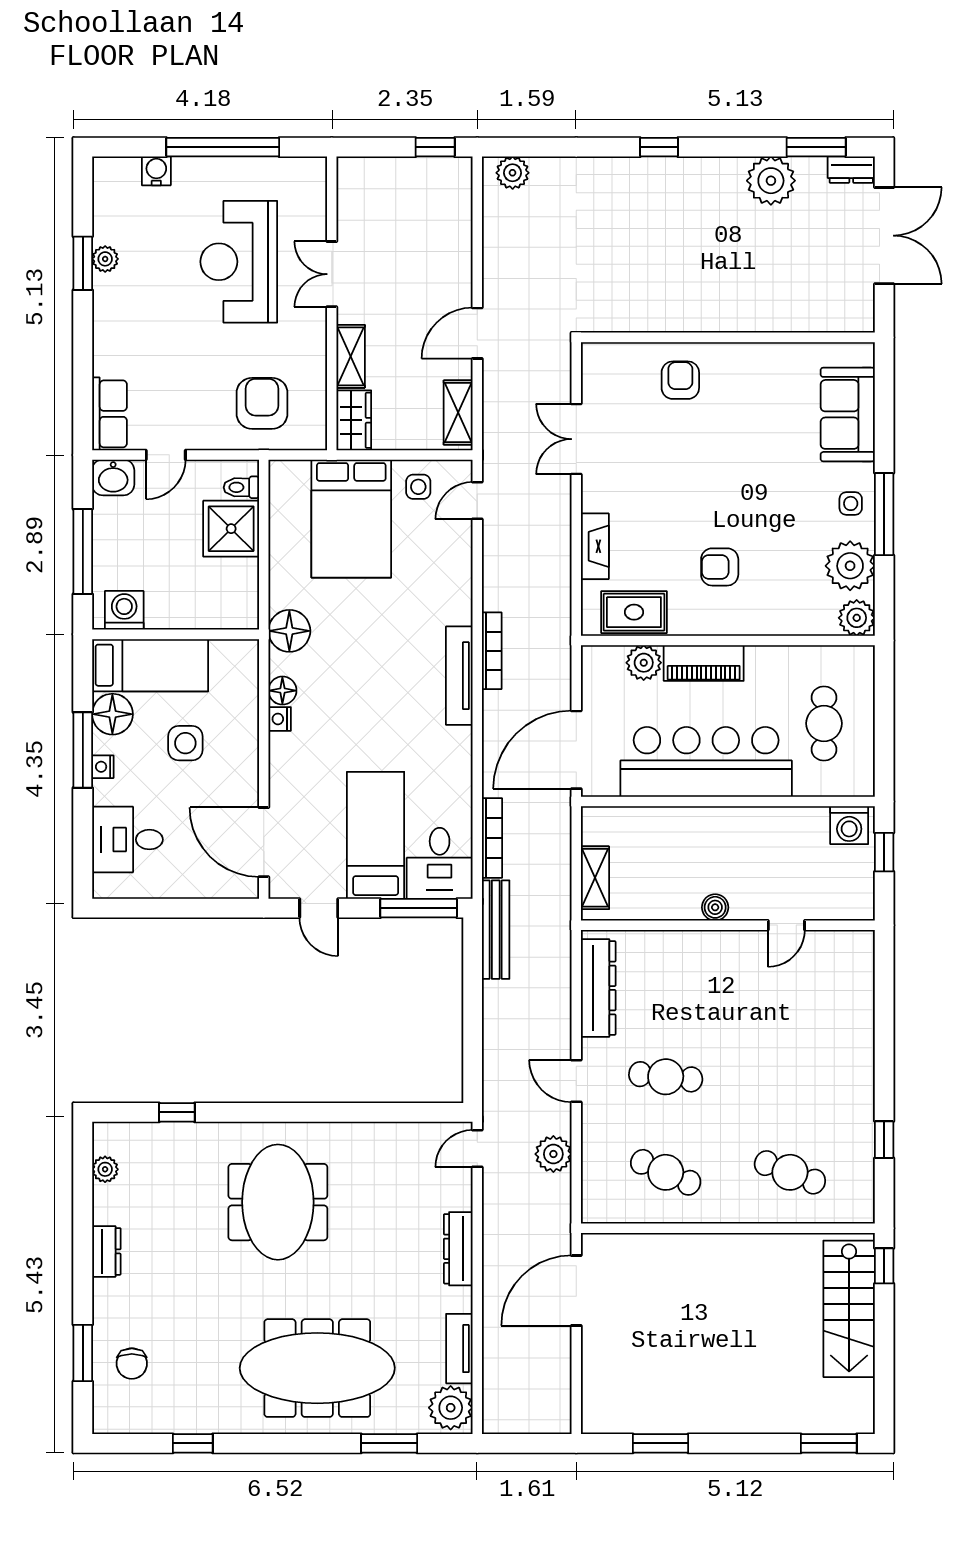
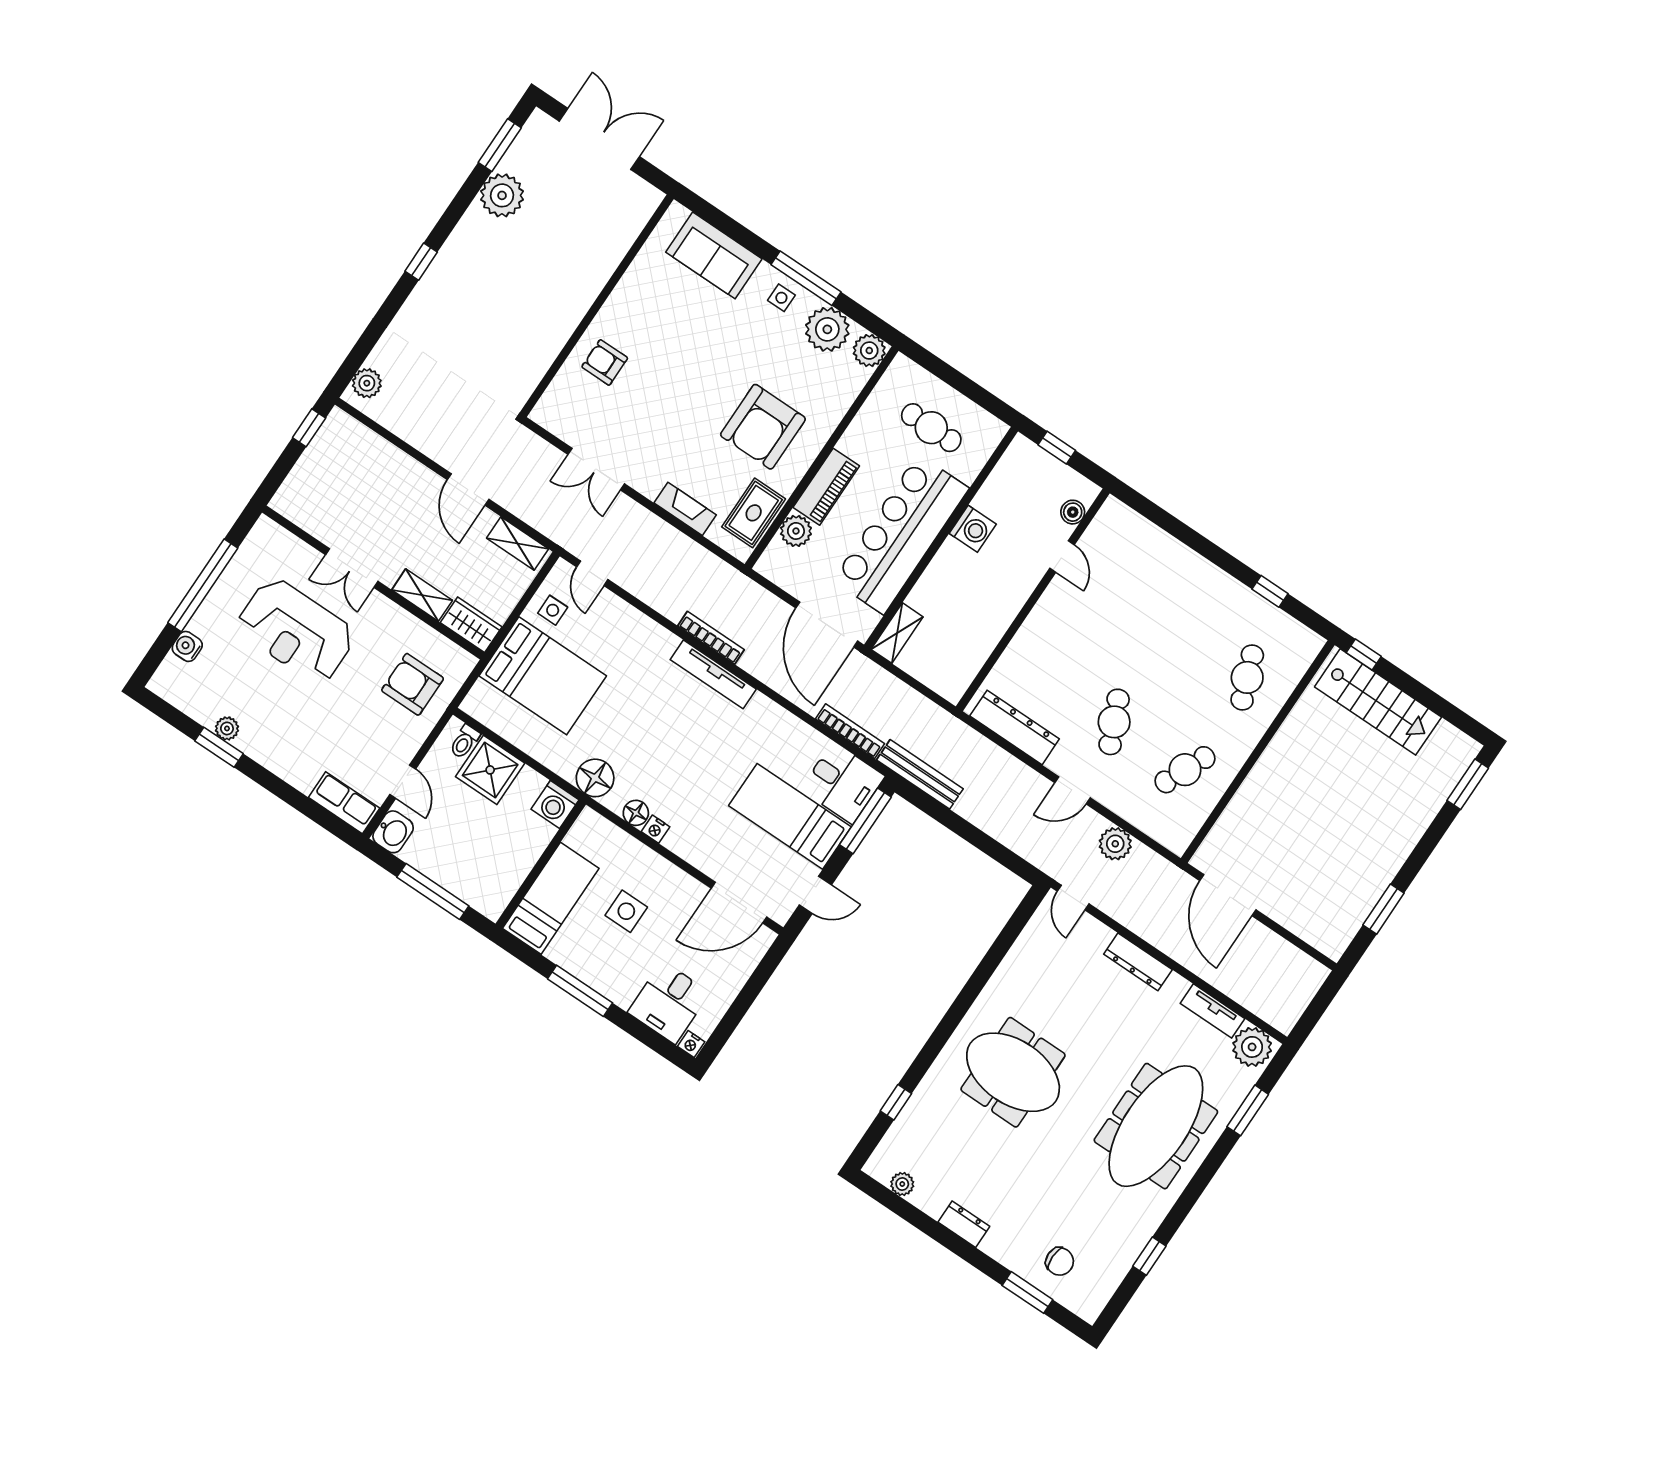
dresser: (851, 170) -> (534, 130), removed
armchair: (720, 567) -> (763, 427), width x1.88, depth x1.88
washing machine: (124, 610) -> (555, 804), moved, turned -90
floor lamp: (112, 714) -> (568, 951), removed
nightstand: (103, 767) -> (691, 1044), moved
washing machine: (849, 825) -> (973, 529), moved
shelving: (595, 878) -> (897, 633), moved, turned 90
boiler: (715, 907) -> (1073, 512), moved
cafe table: (666, 1077) -> (1114, 722), turned -30
cafe table: (790, 1172) -> (1247, 677), turned -42

